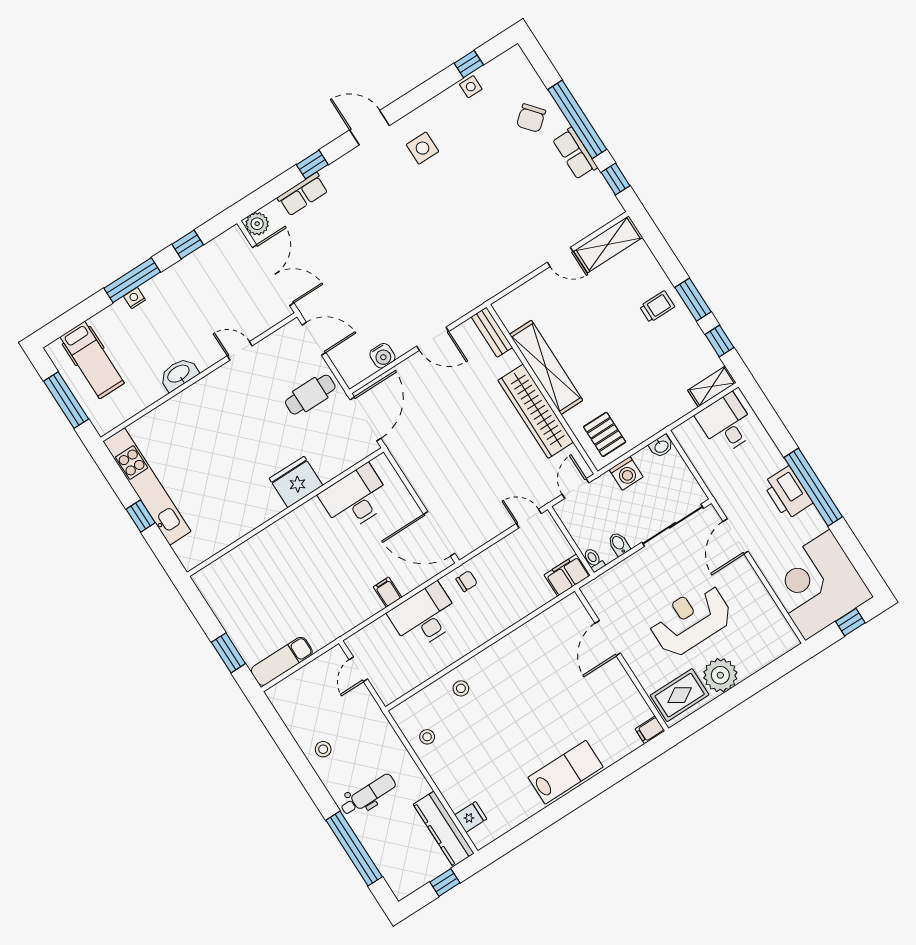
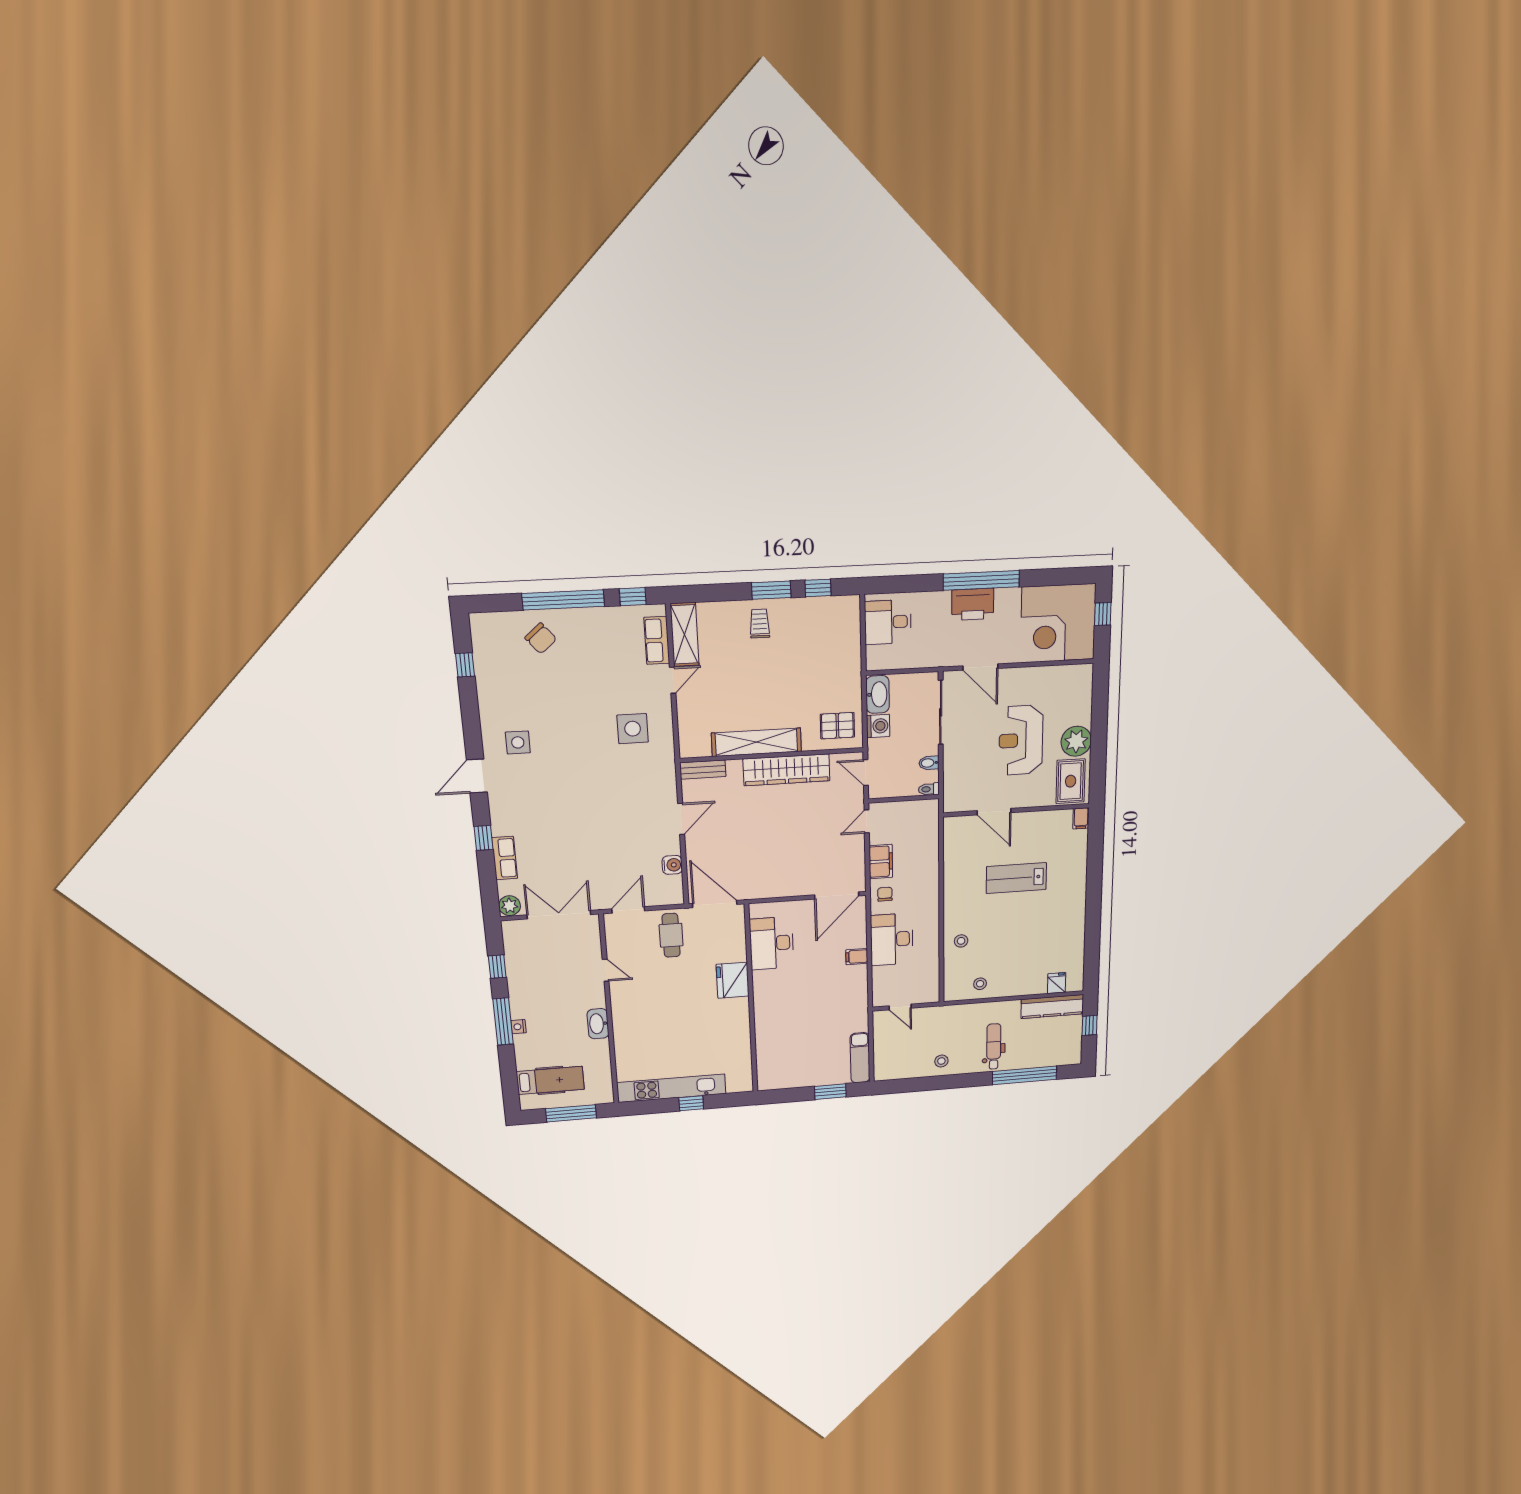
side table: (471, 87) -> (633, 729), moved, width x1.87, depth x1.87
row of seats: (575, 153) -> (657, 640), moved, turned 90
door: (240, 351) -> (606, 970), swing flipped
shelving: (712, 386) -> (851, 616), removed
washbasin: (661, 446) -> (878, 694), width x1.91, depth x1.45
filing cabinet: (567, 575) -> (881, 862), moved, turned 180
lab bench: (566, 772) -> (1016, 878), moved, turned -90

